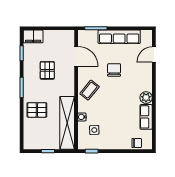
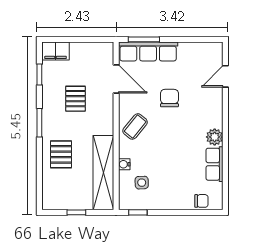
row of seats: (119, 37) -> (148, 51), moved
pallet: (37, 110) -> (61, 154), turned 90

